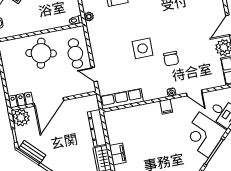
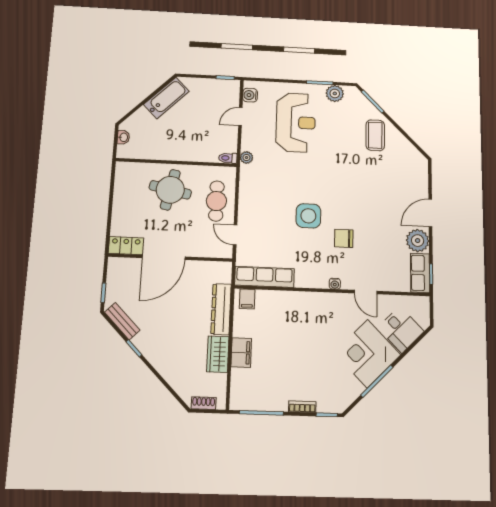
chair: (171, 59) -> (344, 238), turned 90
filing cabinet: (166, 107) -> (247, 299), moved
plant: (21, 118) -> (119, 270), removed

